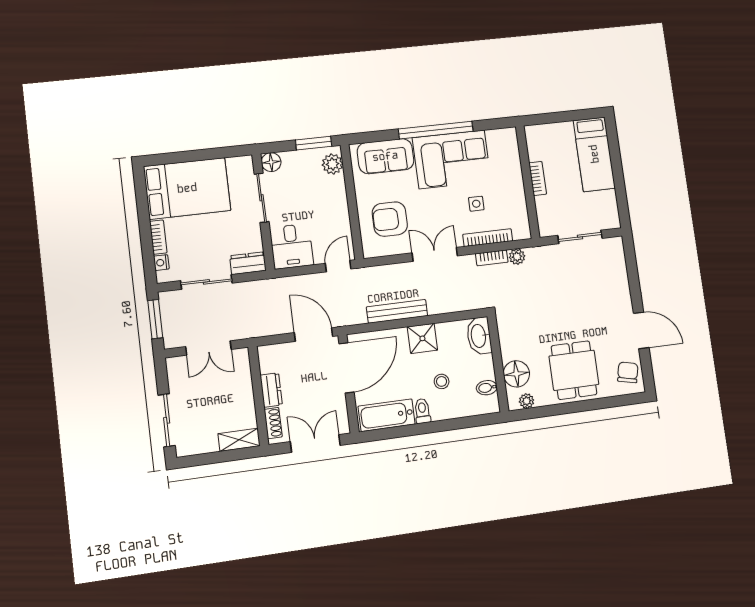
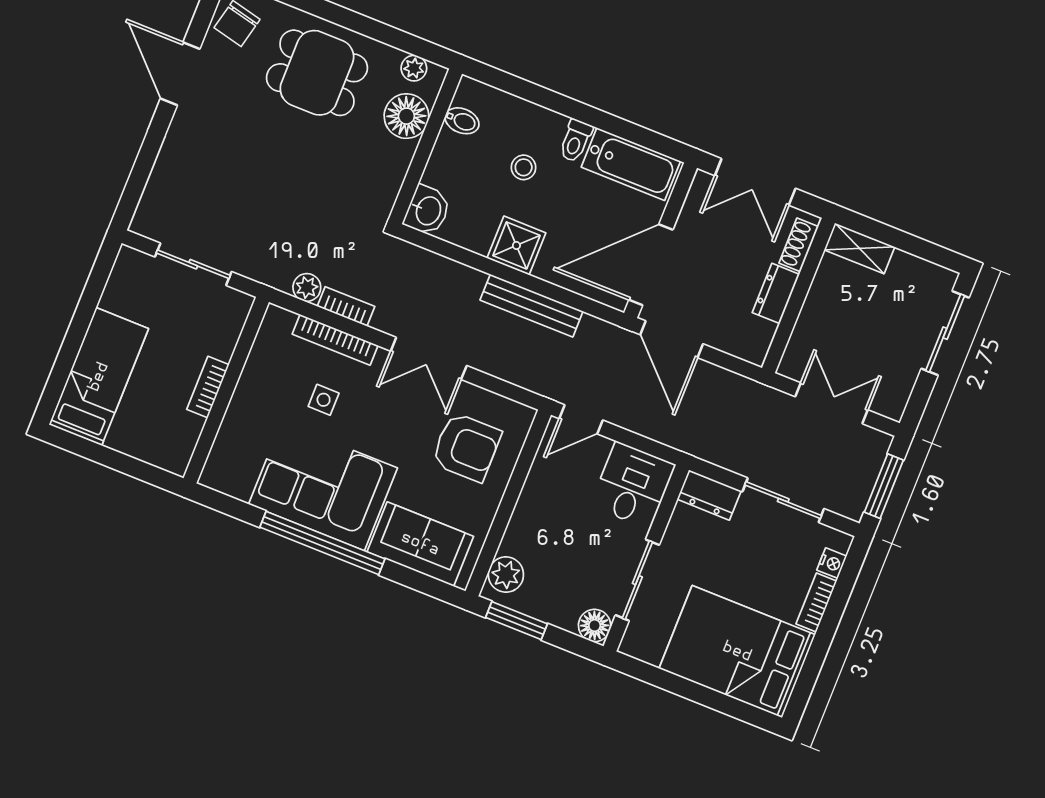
washbasin: (479, 336) -> (427, 210), width x0.72
dining table: (574, 370) -> (317, 73), turned 90

